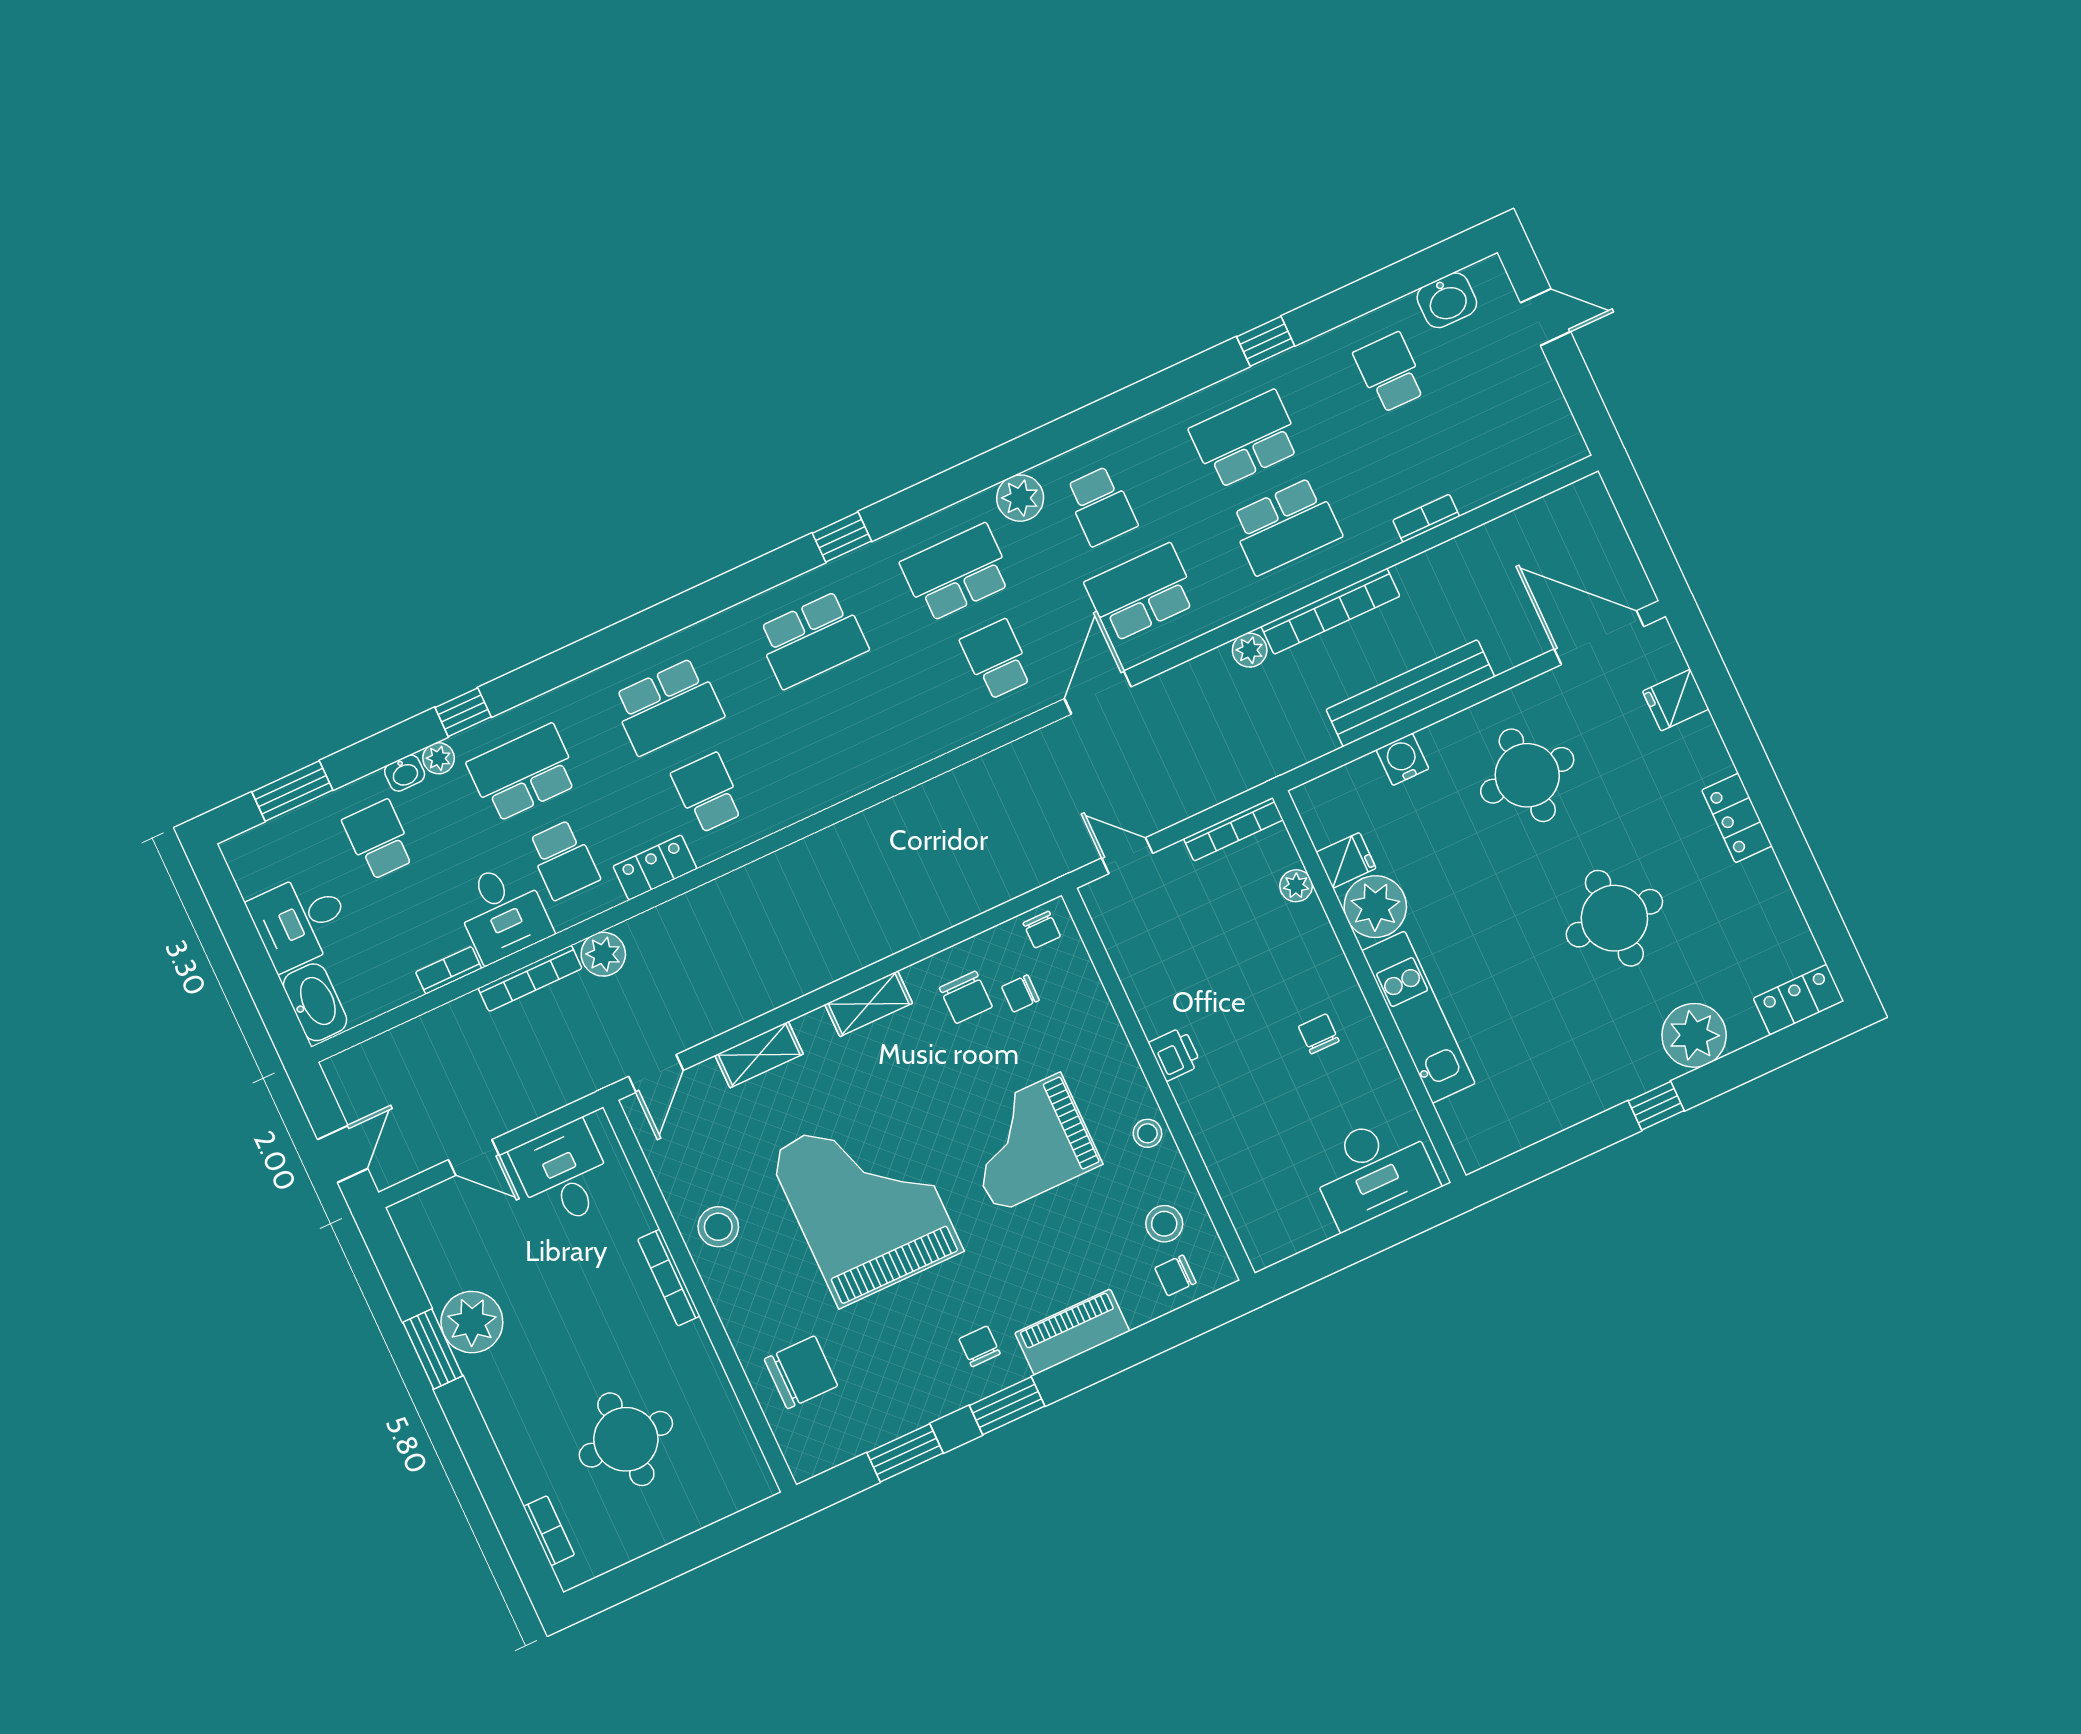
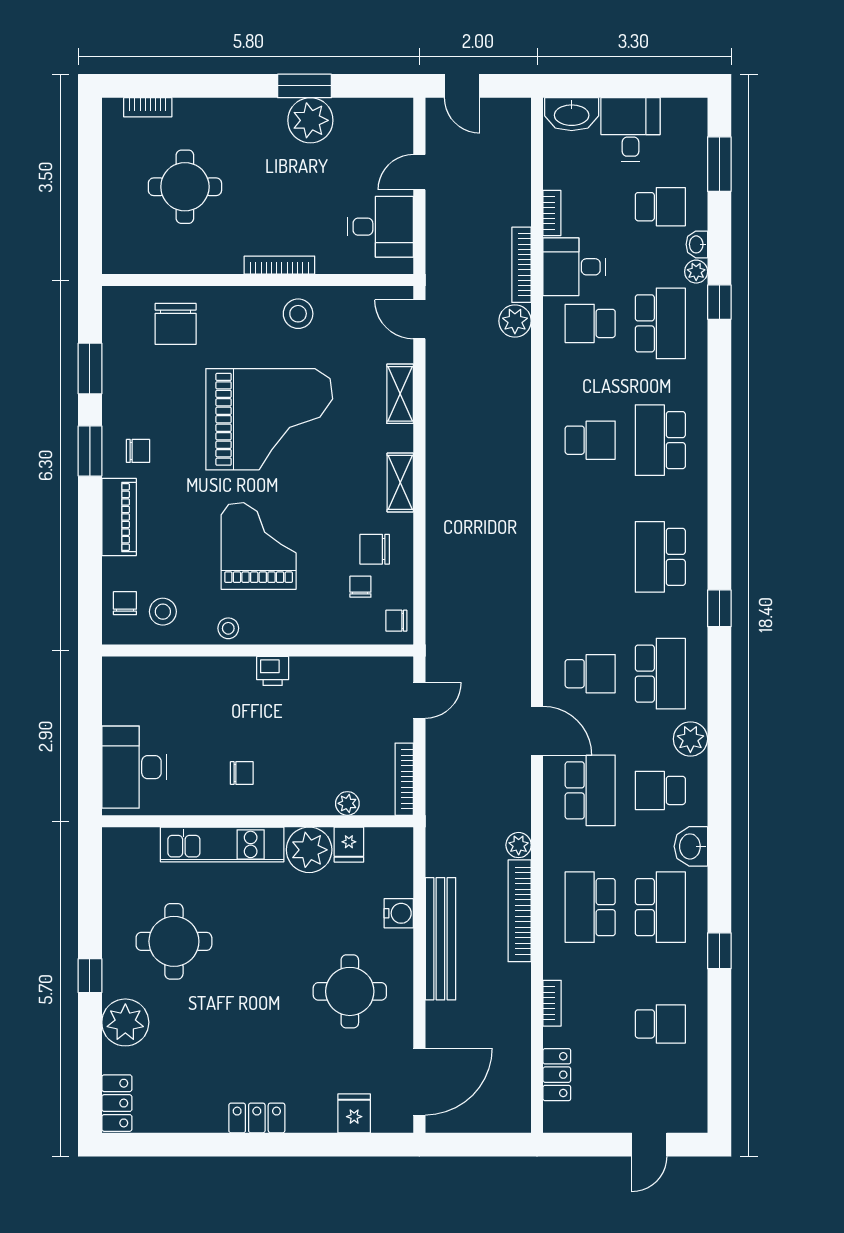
washbasin: (1447, 300) -> (691, 846), moved
locker: (655, 867) -> (557, 1075), moved
round table: (1614, 918) -> (174, 941), moved

